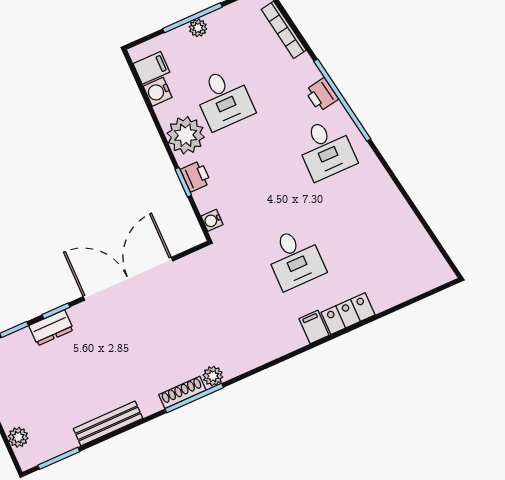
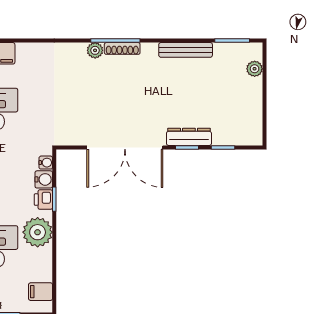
water cooler: (158, 92) -> (44, 179), moved
dresser: (51, 328) -> (189, 137), width x1.44

